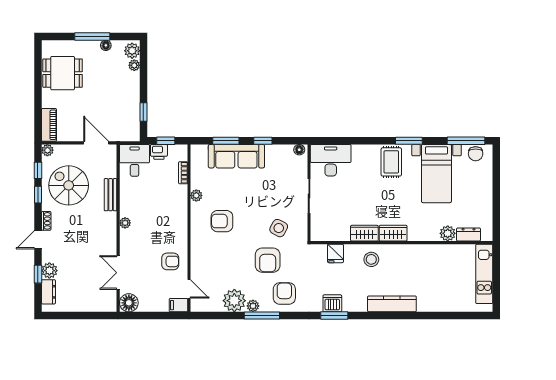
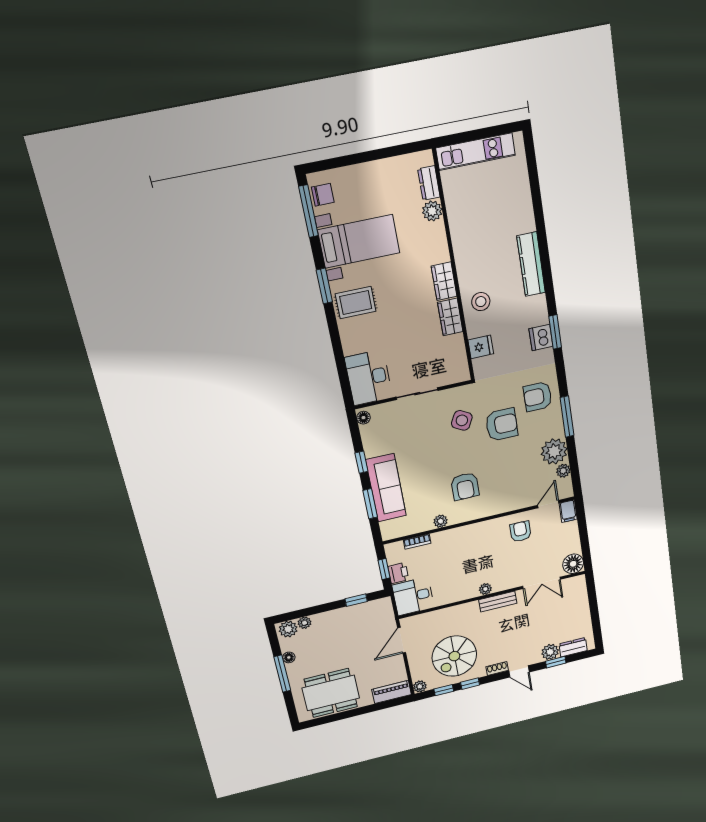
dining table: (63, 73) -> (331, 693), width x1.38
bench: (111, 195) -> (498, 602), moved
plant: (253, 306) -> (563, 471), moved

